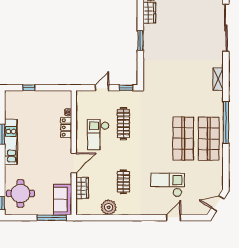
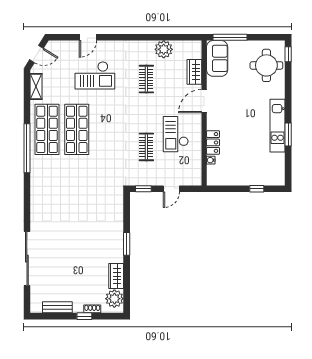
shelving: (218, 79) -> (36, 87), moved
clothes rail: (123, 124) -> (146, 147), width x0.73
checkout: (98, 135) -> (176, 134), turned 180

